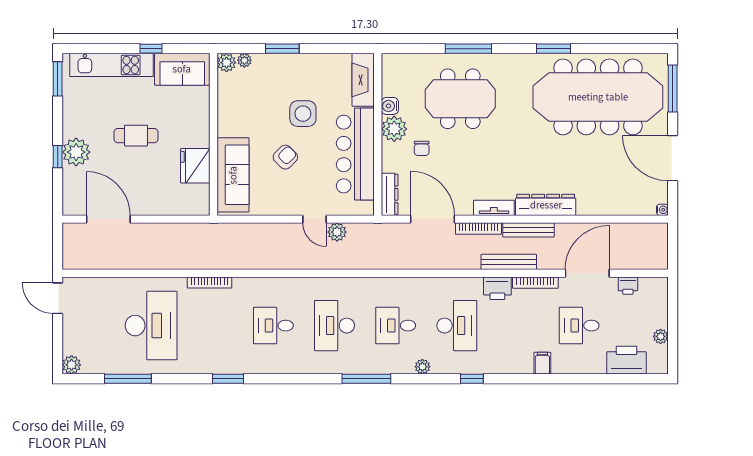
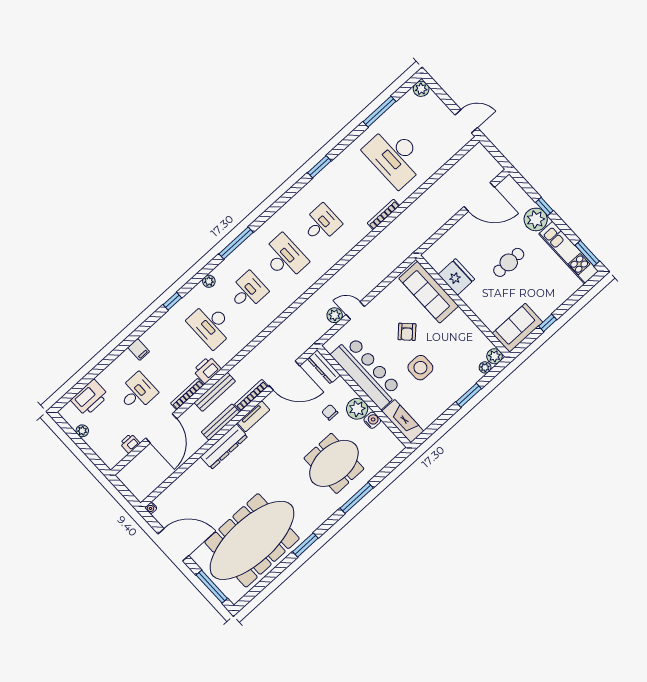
kitchen unit: (111, 65) -> (569, 253), moved, turned -90

